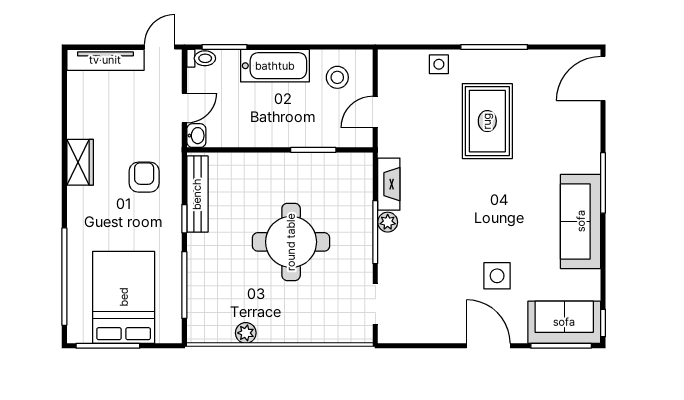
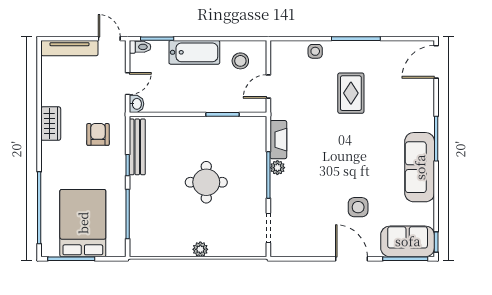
door: (159, 47) -> (109, 39), hinge flipped
rug: (487, 121) -> (351, 93), width x0.73, depth x0.70
round table: (291, 242) -> (206, 182), width x0.73, depth x0.73
plant: (246, 333) -> (200, 249), moved

